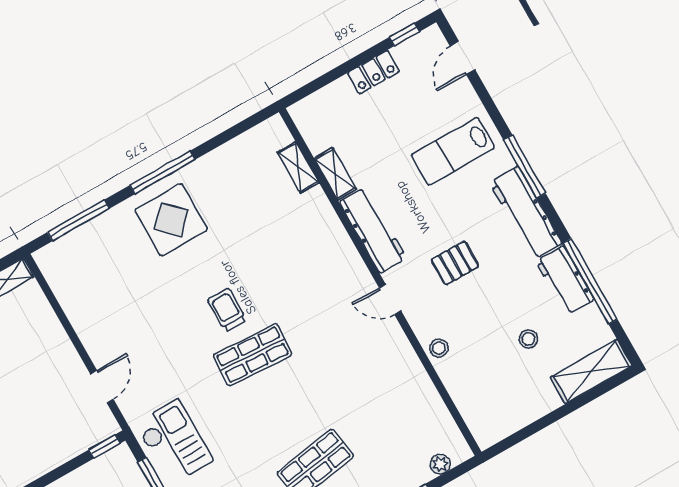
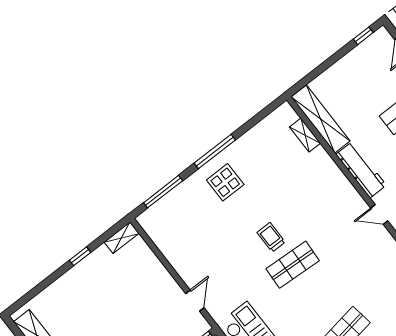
locker: (373, 72) -> (346, 64), removed
shelving: (335, 174) -> (321, 119), width x2.20, depth x1.33
display table: (171, 220) -> (225, 182), width x0.73, depth x0.73

